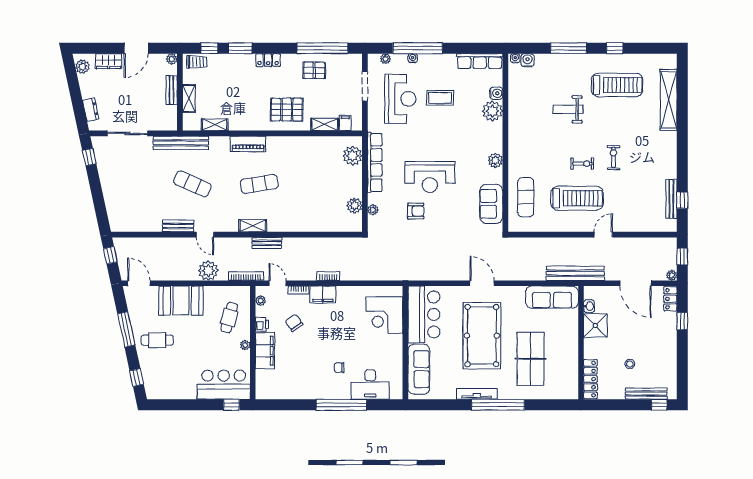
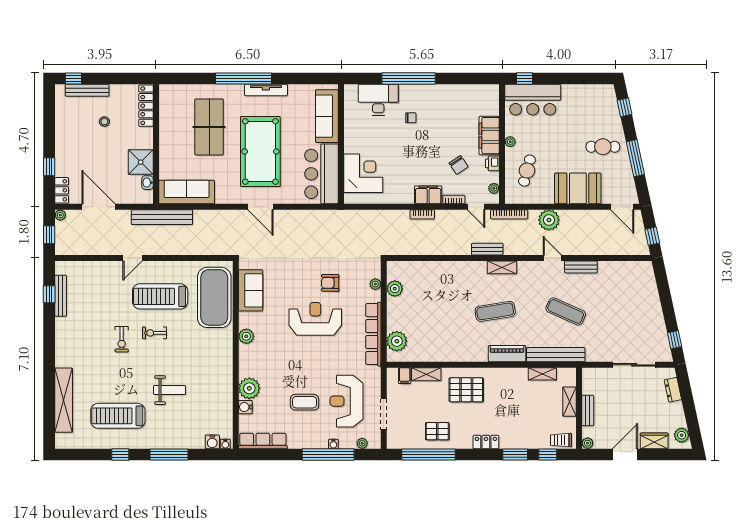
bench: (181, 143) -> (556, 355), moved
exercise mat: (526, 197) -> (214, 297), width x2.00, depth x1.45

